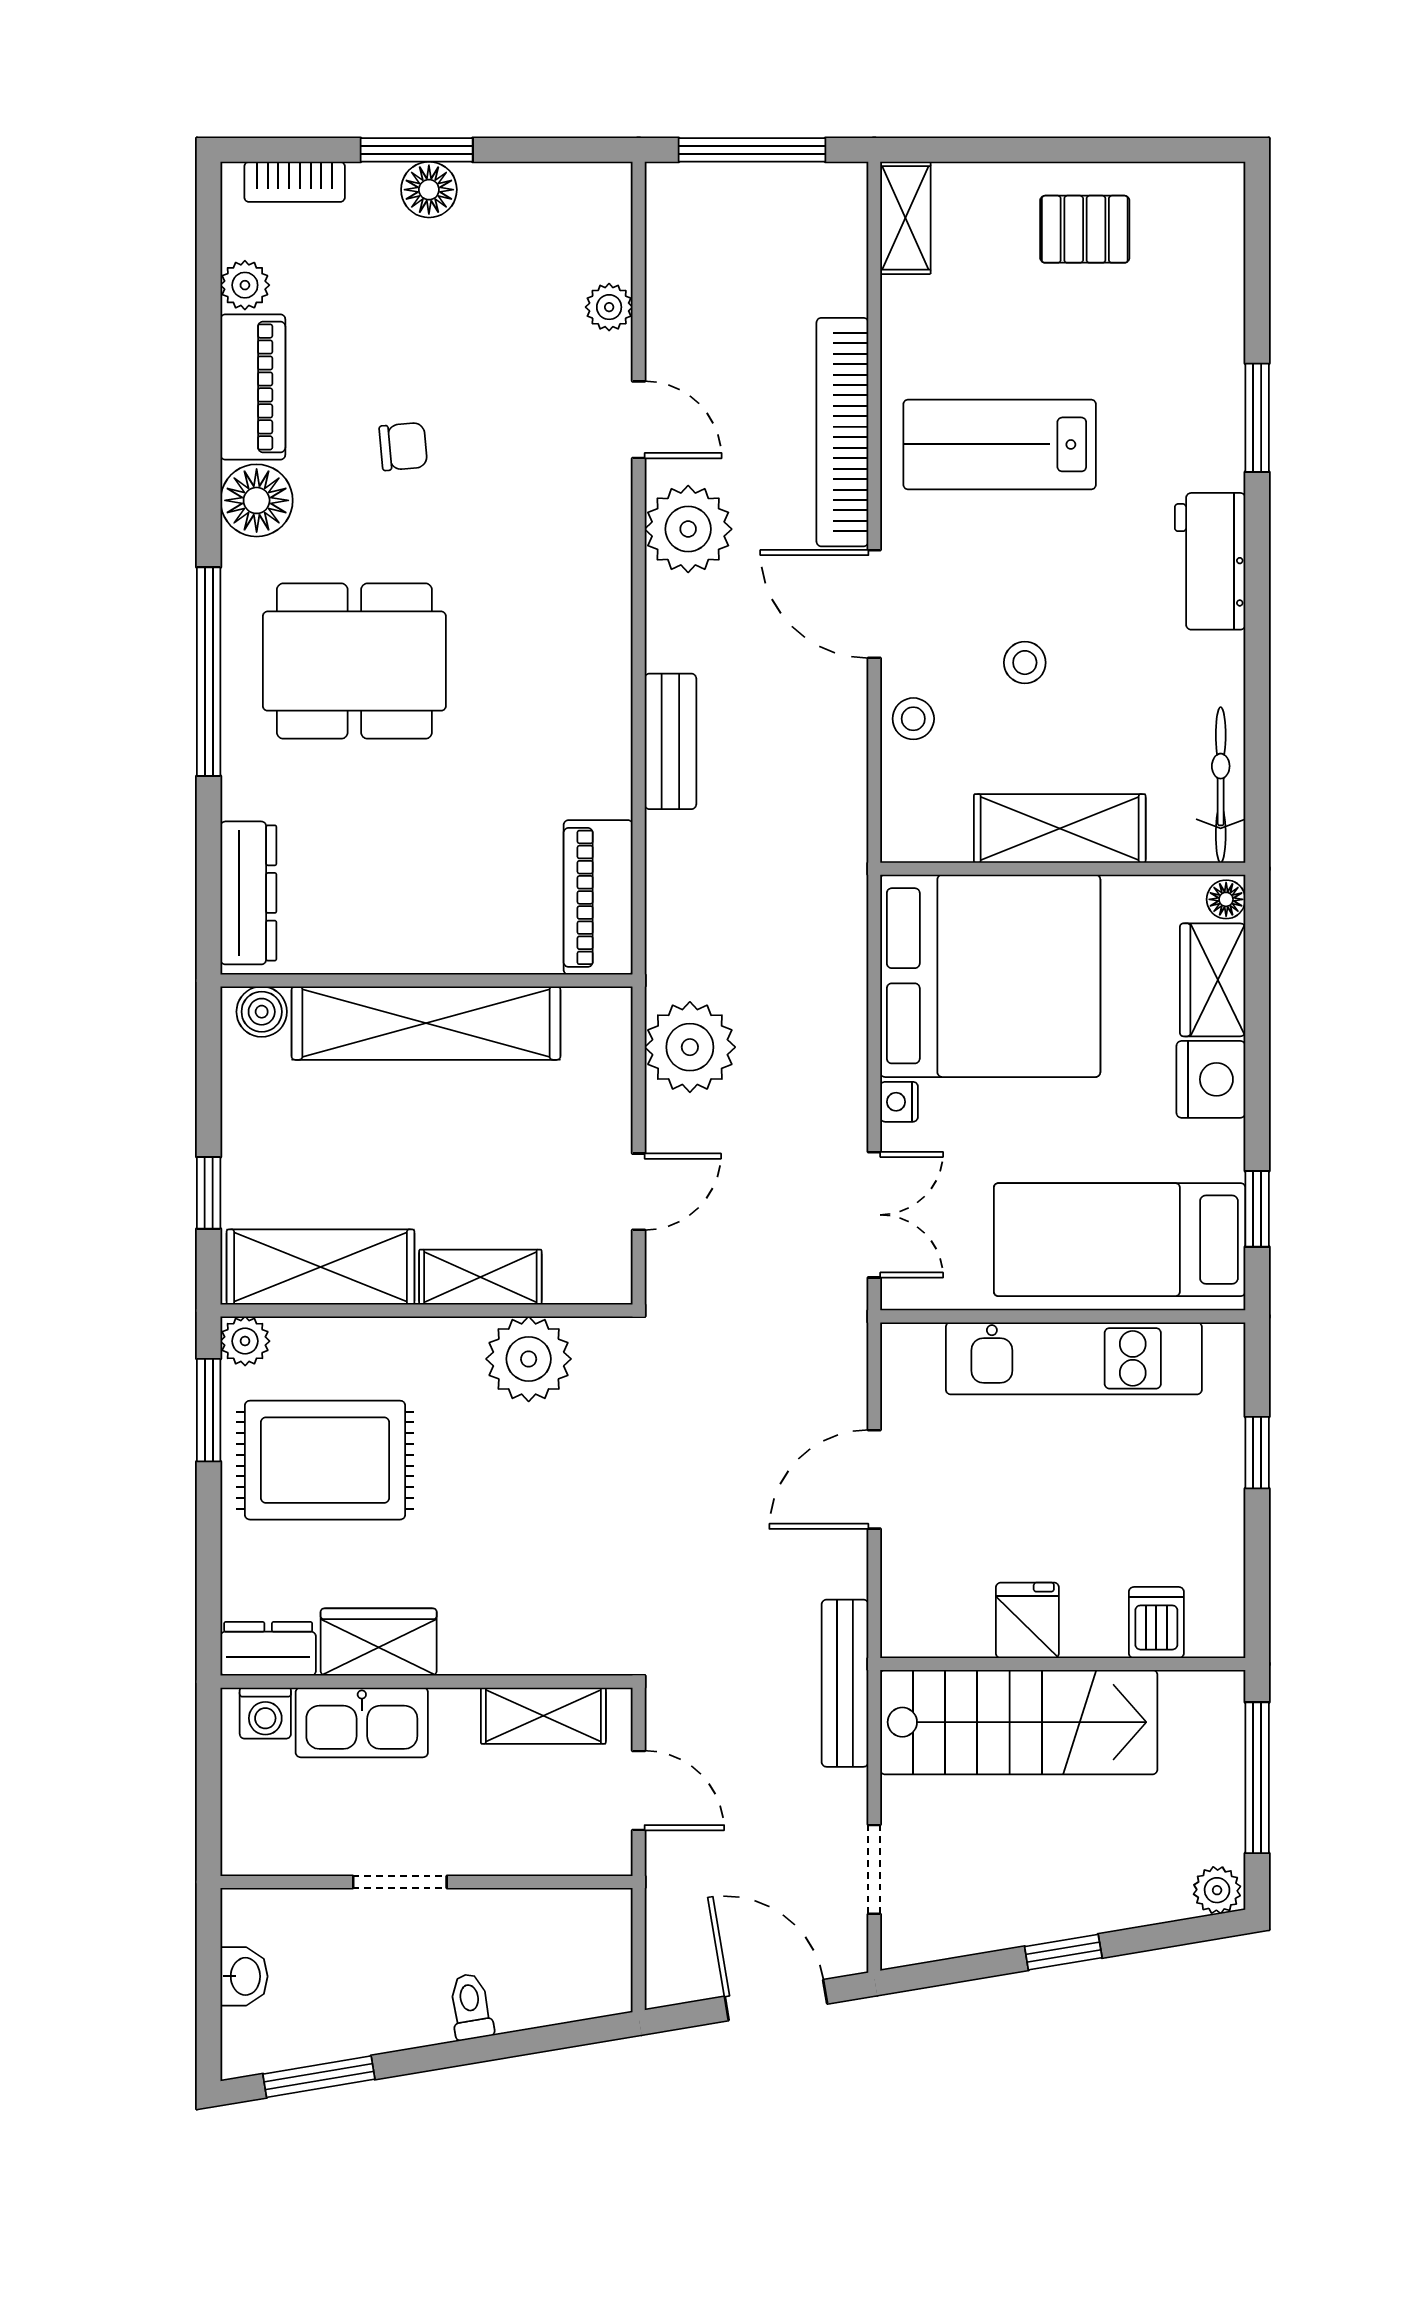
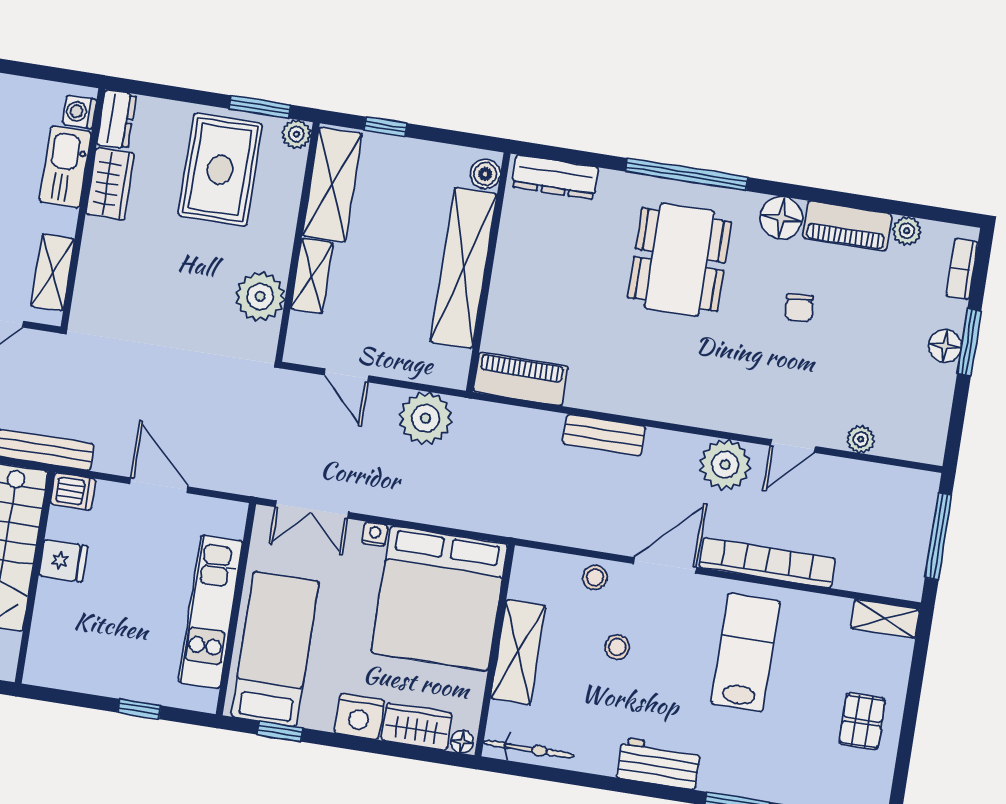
dishwasher: (1156, 1623) -> (73, 491), moved

